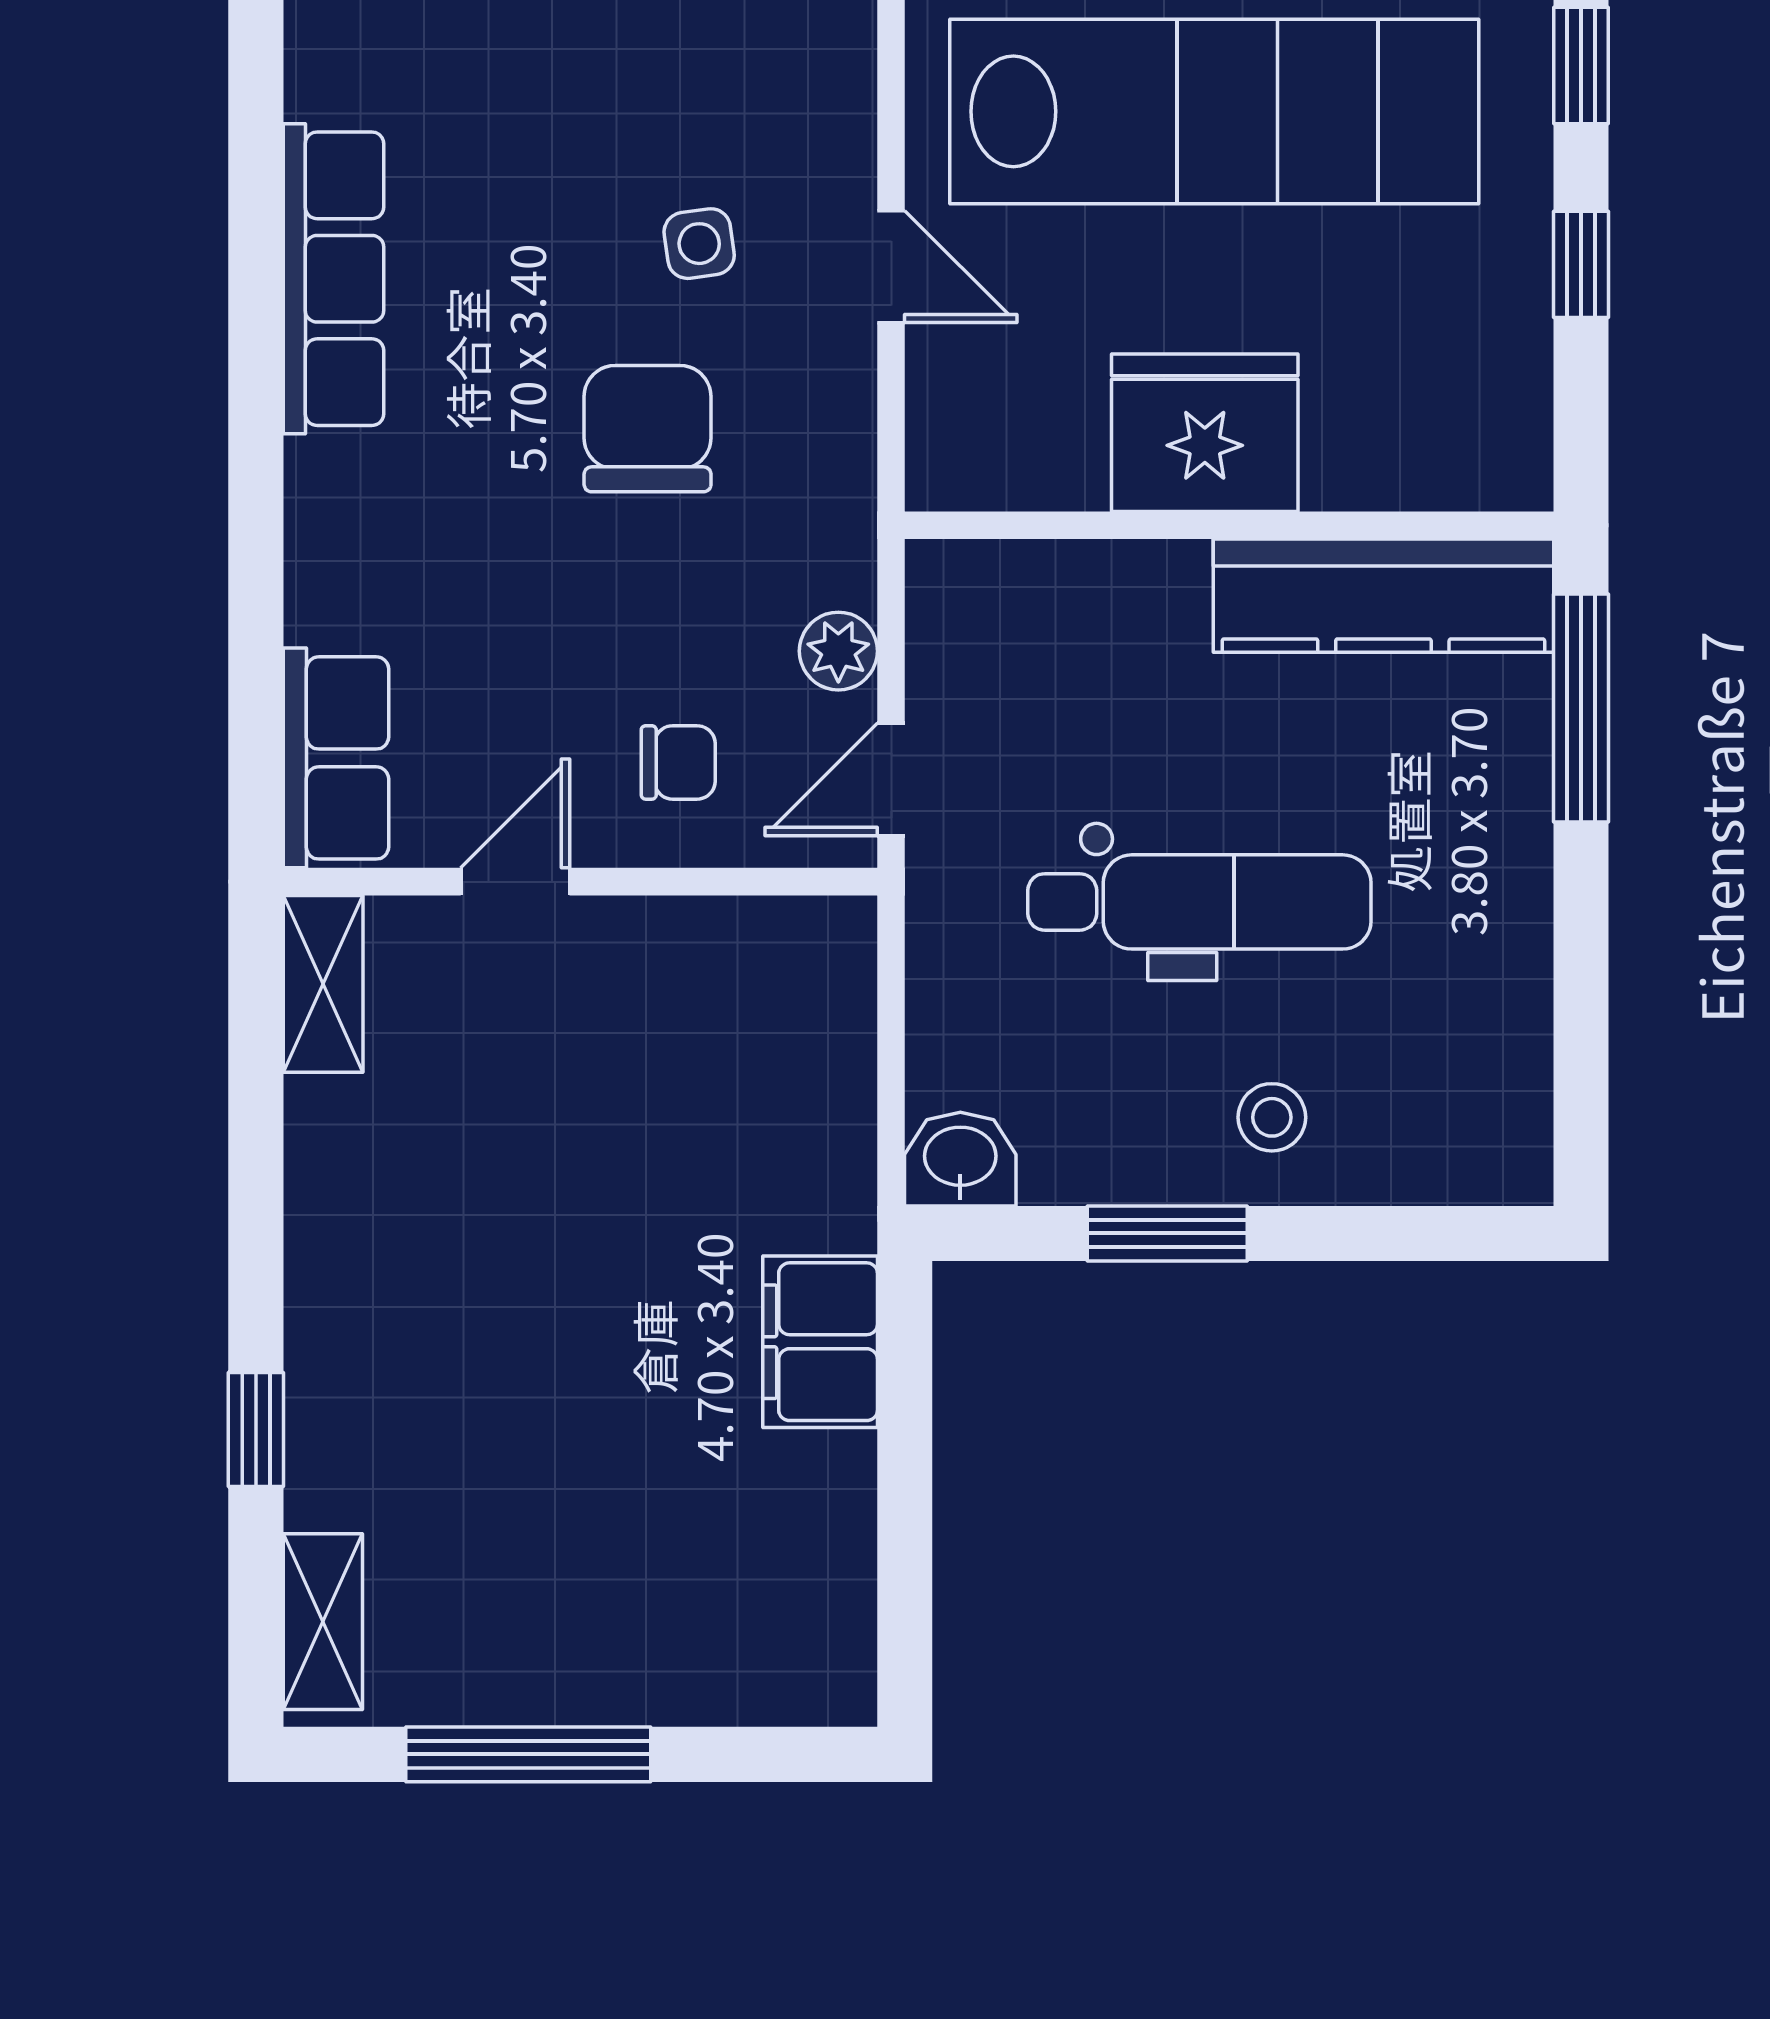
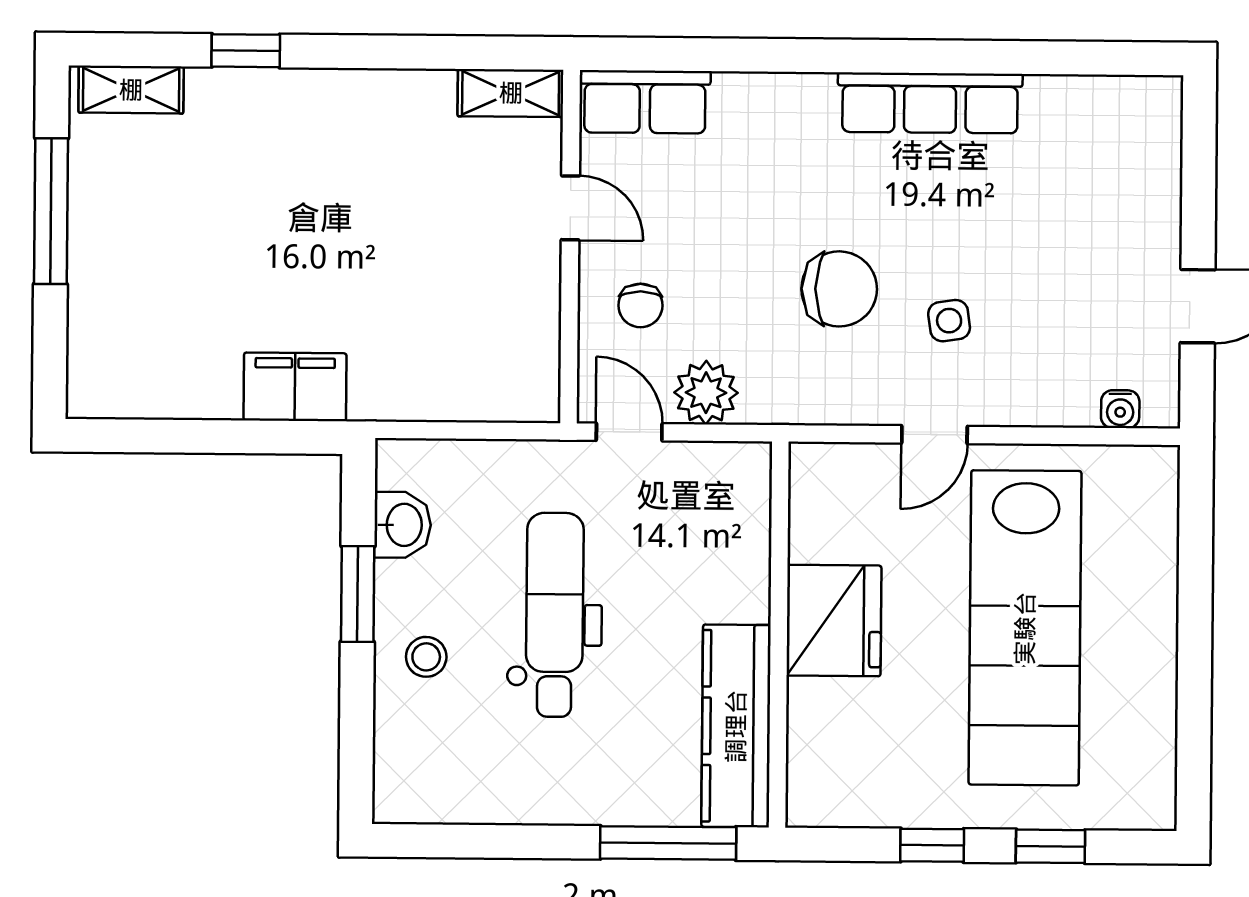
plant: (838, 651) -> (706, 393), width x1.38, depth x1.38
dental chair: (1199, 902) -> (555, 615), turned 180
washbasin: (960, 1159) -> (403, 525), moved

